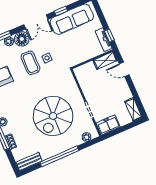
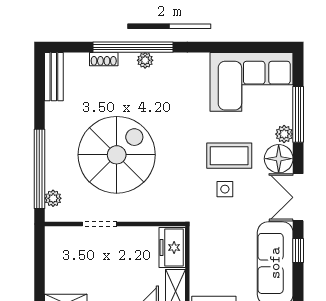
spiral stairs: (53, 116) -> (117, 155), turned 90
freezer: (108, 125) -> (172, 247), moved, turned 180
window: (59, 156) -> (39, 169), moved

